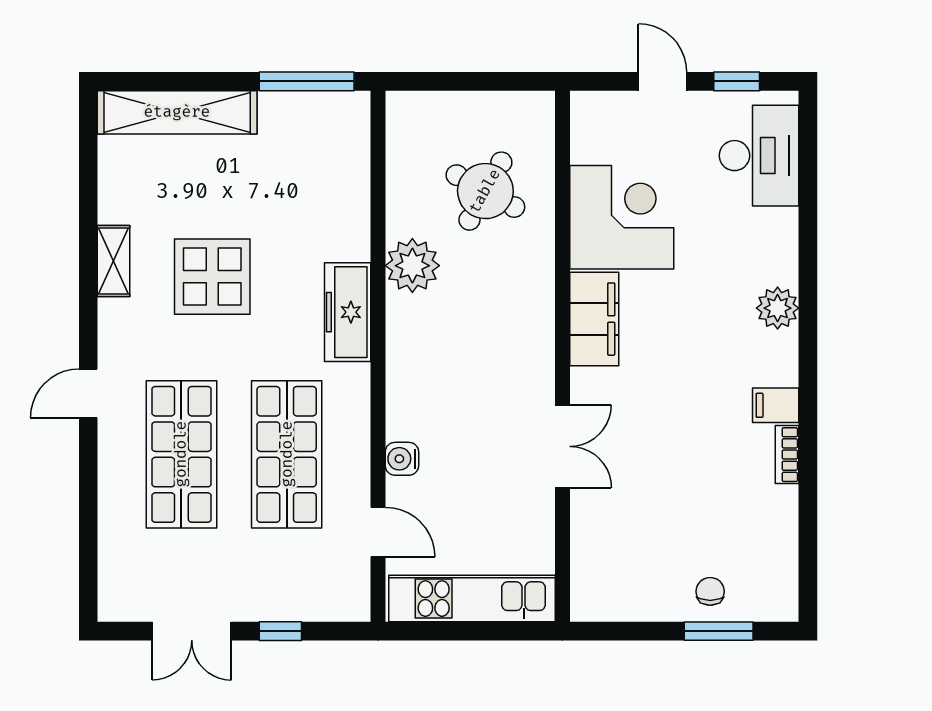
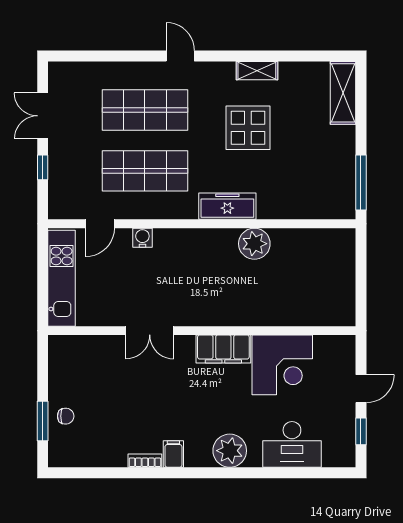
shelving: (177, 112) -> (343, 93), width x0.68
desk: (759, 156) -> (292, 444), moved
round table: (485, 191) -> (297, 286), removed
plant: (778, 308) -> (230, 451), width x1.36, depth x1.36

